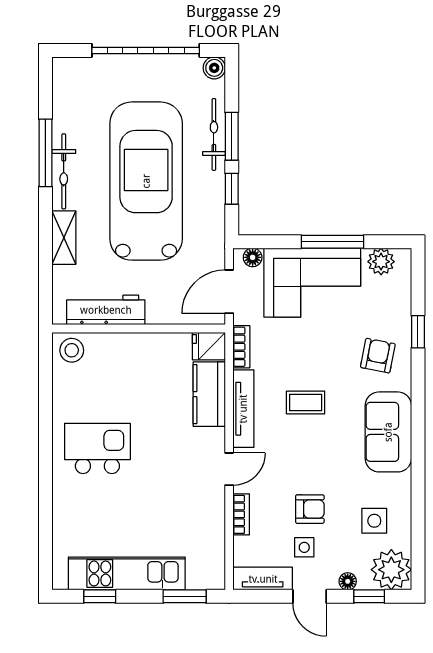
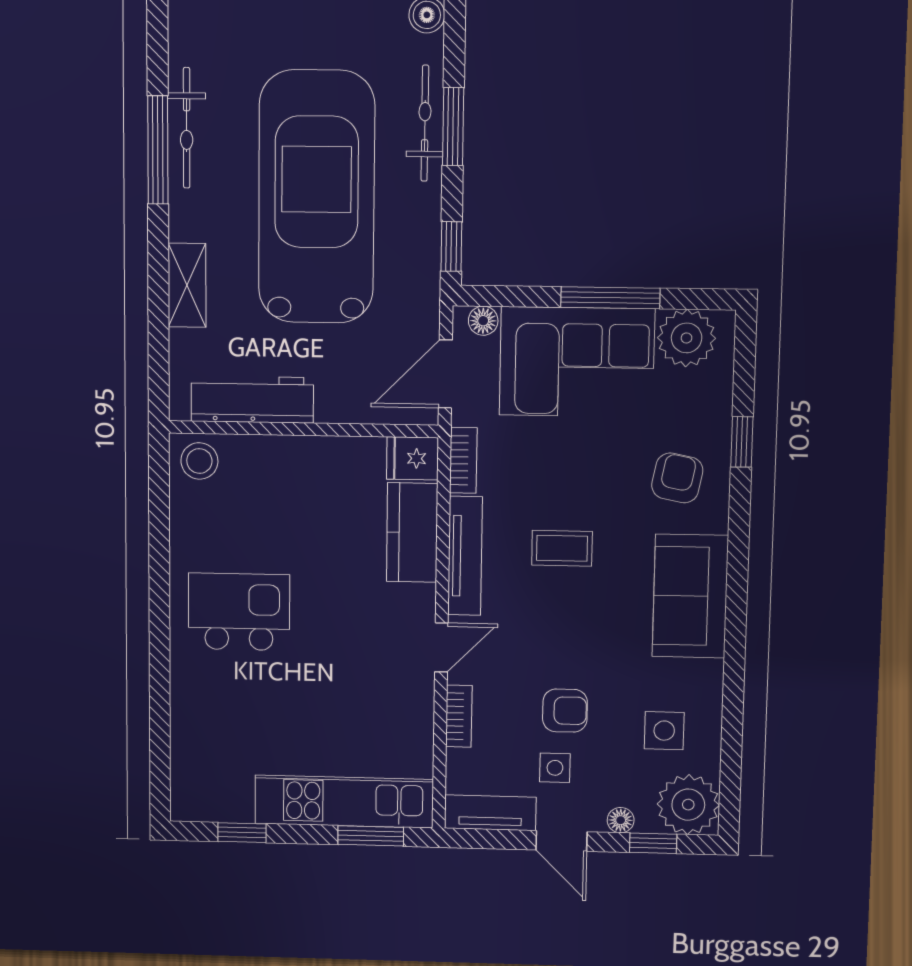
bicycle: (64, 171) -> (187, 128), moved
window: (232, 189) -> (451, 246), moved
plant: (381, 262) -> (687, 338), width x1.36, depth x1.36
kitchen unit: (127, 573) -> (344, 801), moved

